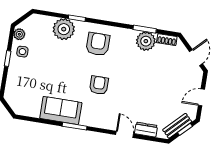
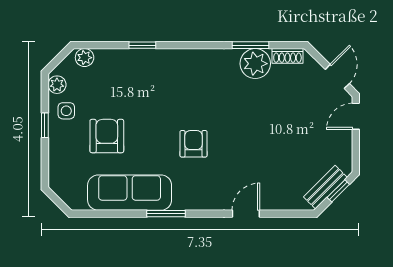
plant: (64, 29) -> (85, 58), moved, width x0.53, depth x0.53
armchair: (98, 44) -> (107, 136), moved
door: (201, 97) -> (356, 116), moved
sofa: (61, 110) -> (130, 193), width x1.36
dresser: (146, 130) -> (278, 201), removed
door: (125, 134) -> (246, 214), hinge flipped

